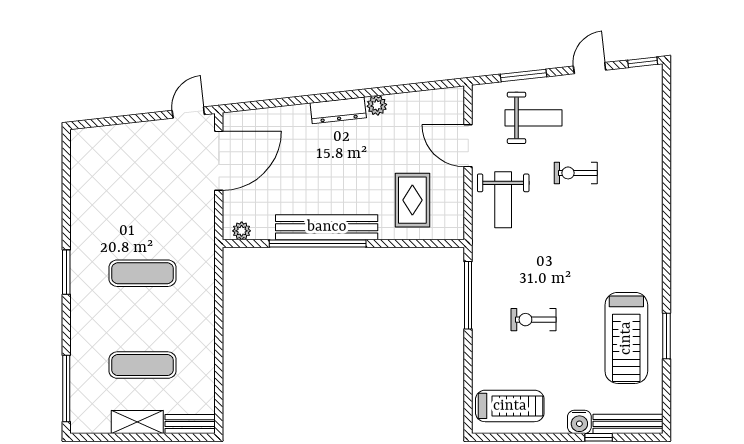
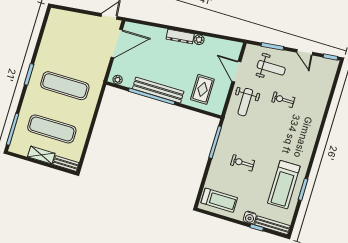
door: (590, 68) -> (305, 52), swing flipped
exercise mat: (143, 273) -> (65, 86), width x1.36, depth x1.45
exercise mat: (143, 365) -> (52, 129), width x1.36, depth x1.45

